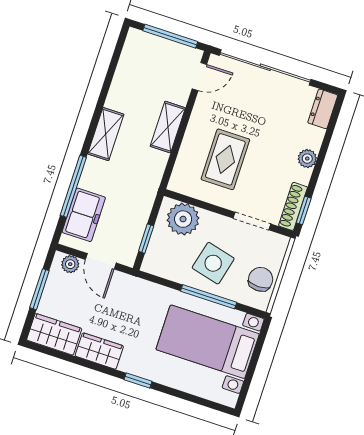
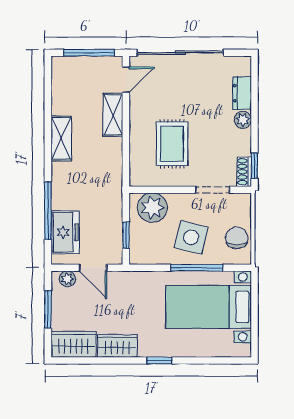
dresser: (323, 109) -> (242, 93), moved
shelving: (168, 127) -> (113, 115), moved
shelving: (106, 134) -> (61, 139), moved
shoe rack: (293, 206) -> (244, 172), width x0.70

